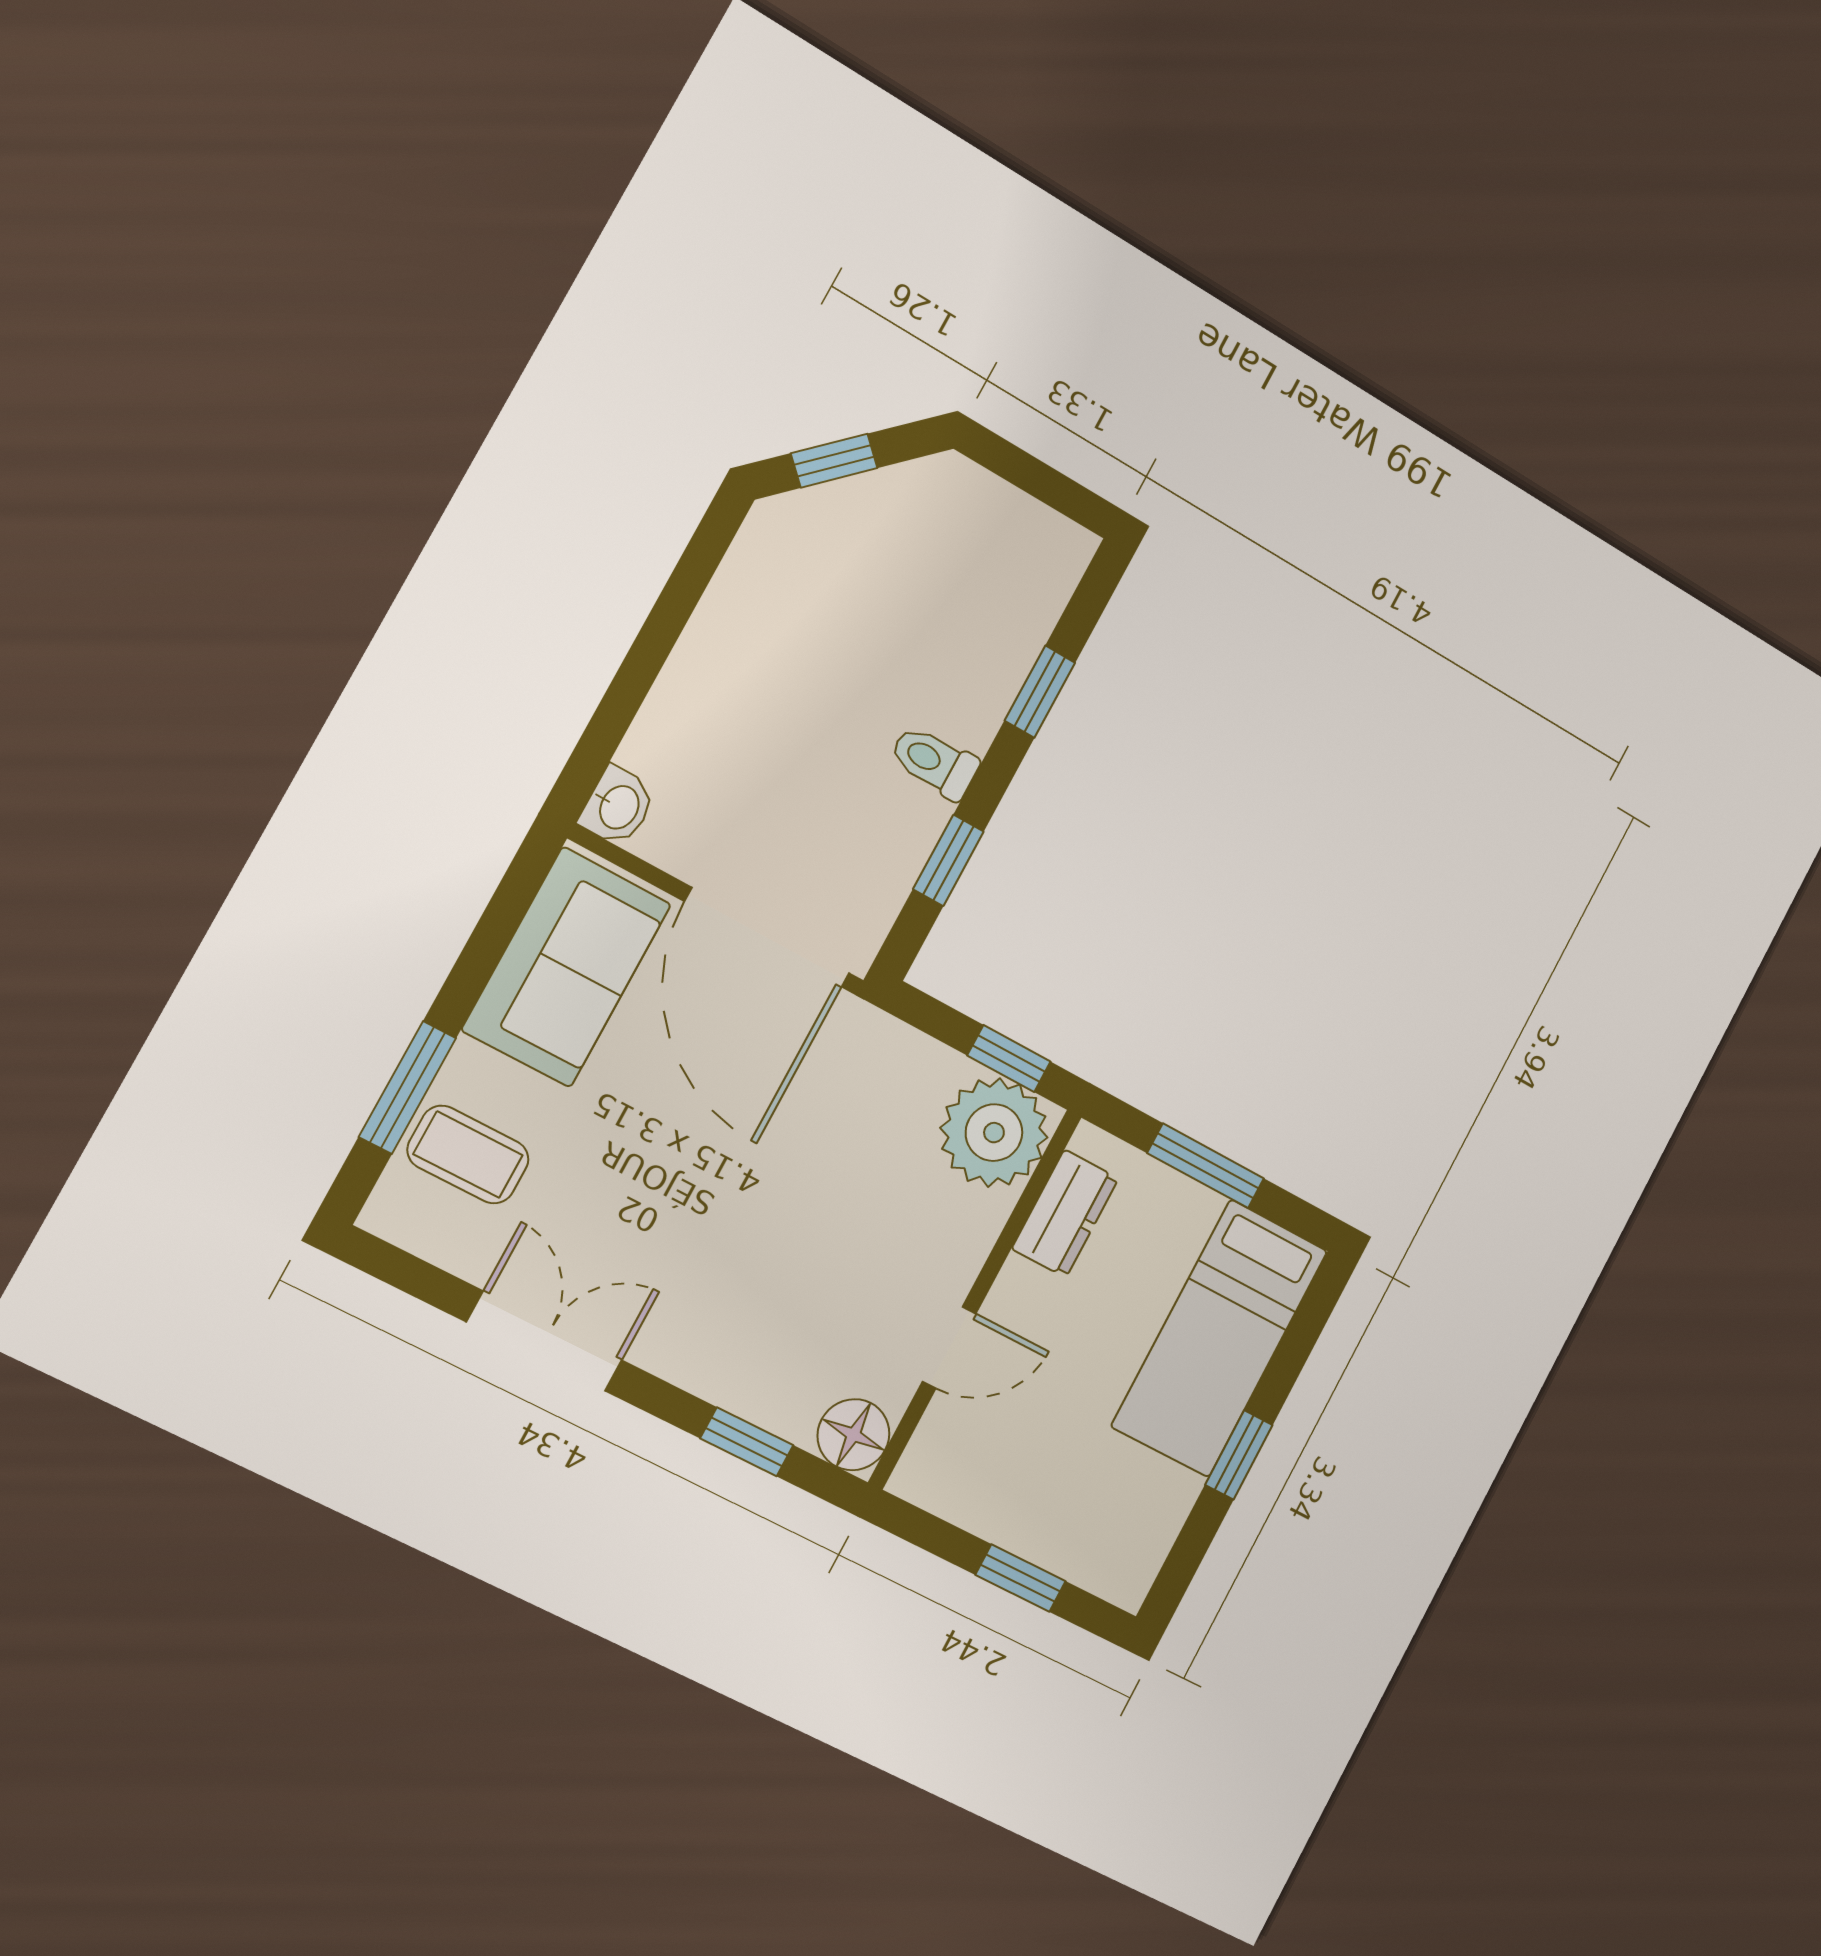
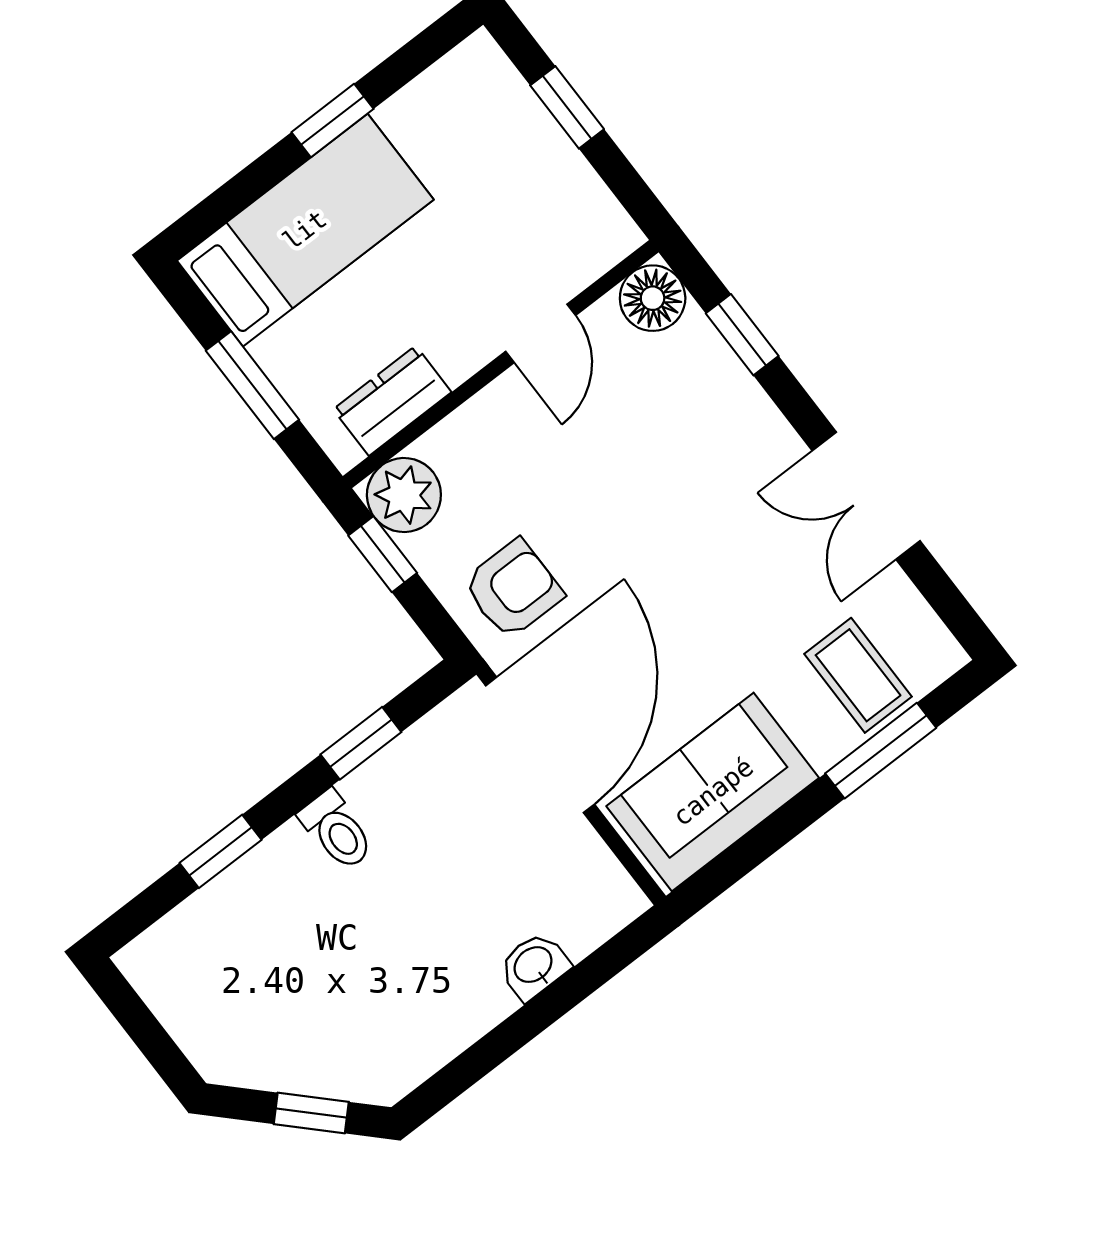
washbasin: (618, 806) -> (534, 966), moved
armchair: (864, 1083) -> (513, 589), added
plant: (994, 1133) -> (404, 495), width x0.73, depth x0.73
door: (949, 1348) -> (541, 333), swing flipped

